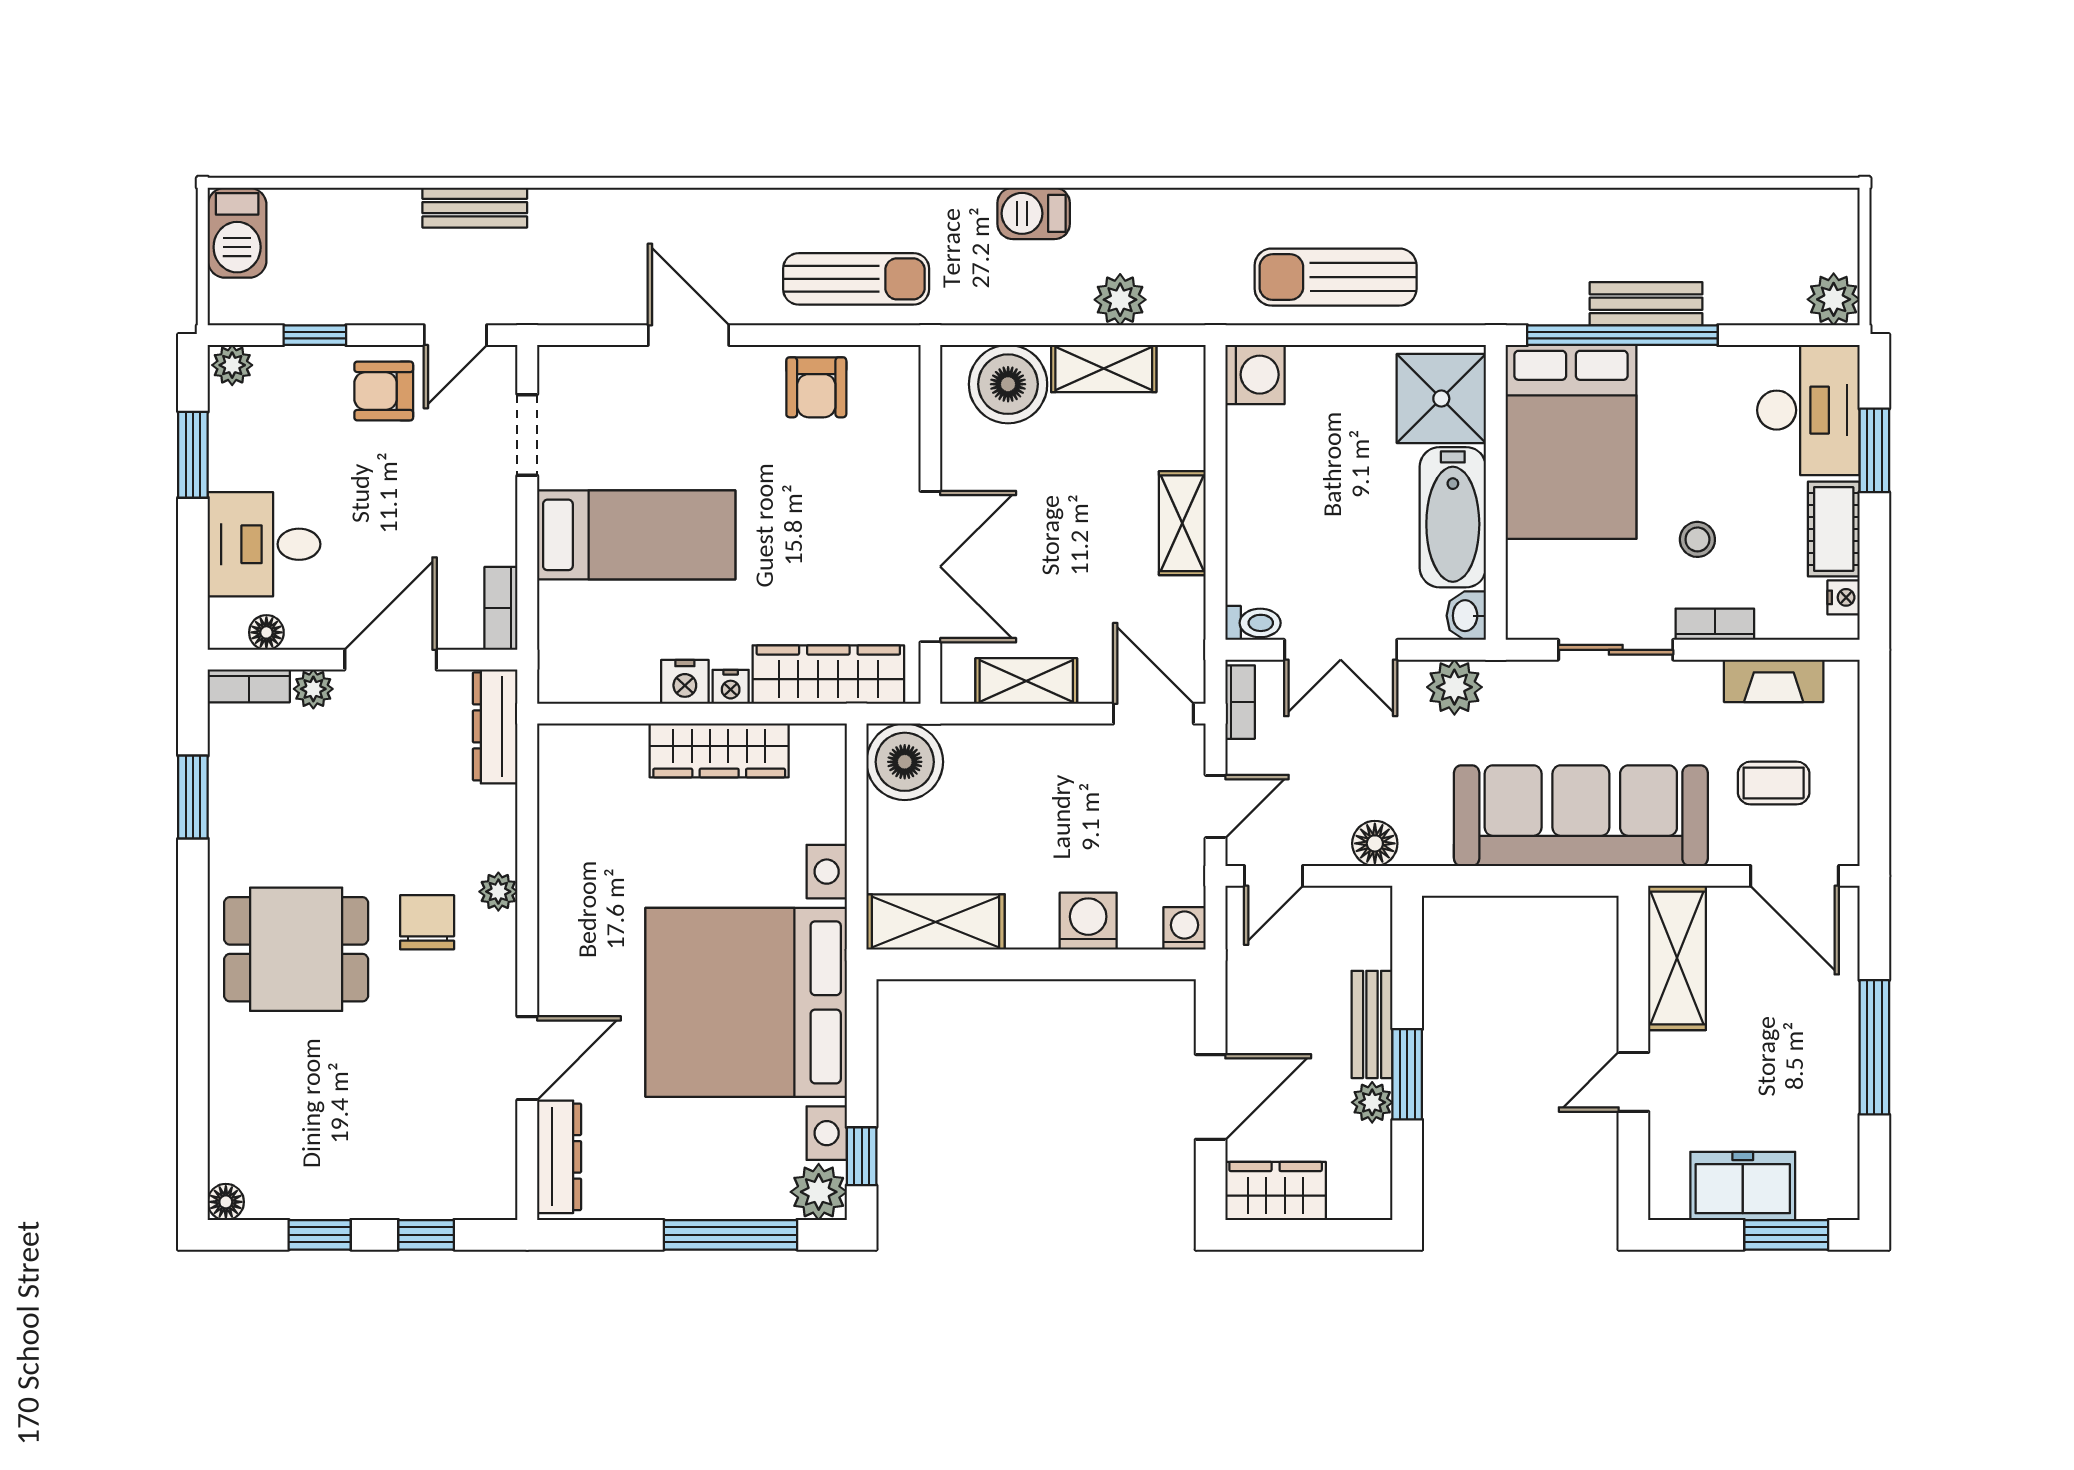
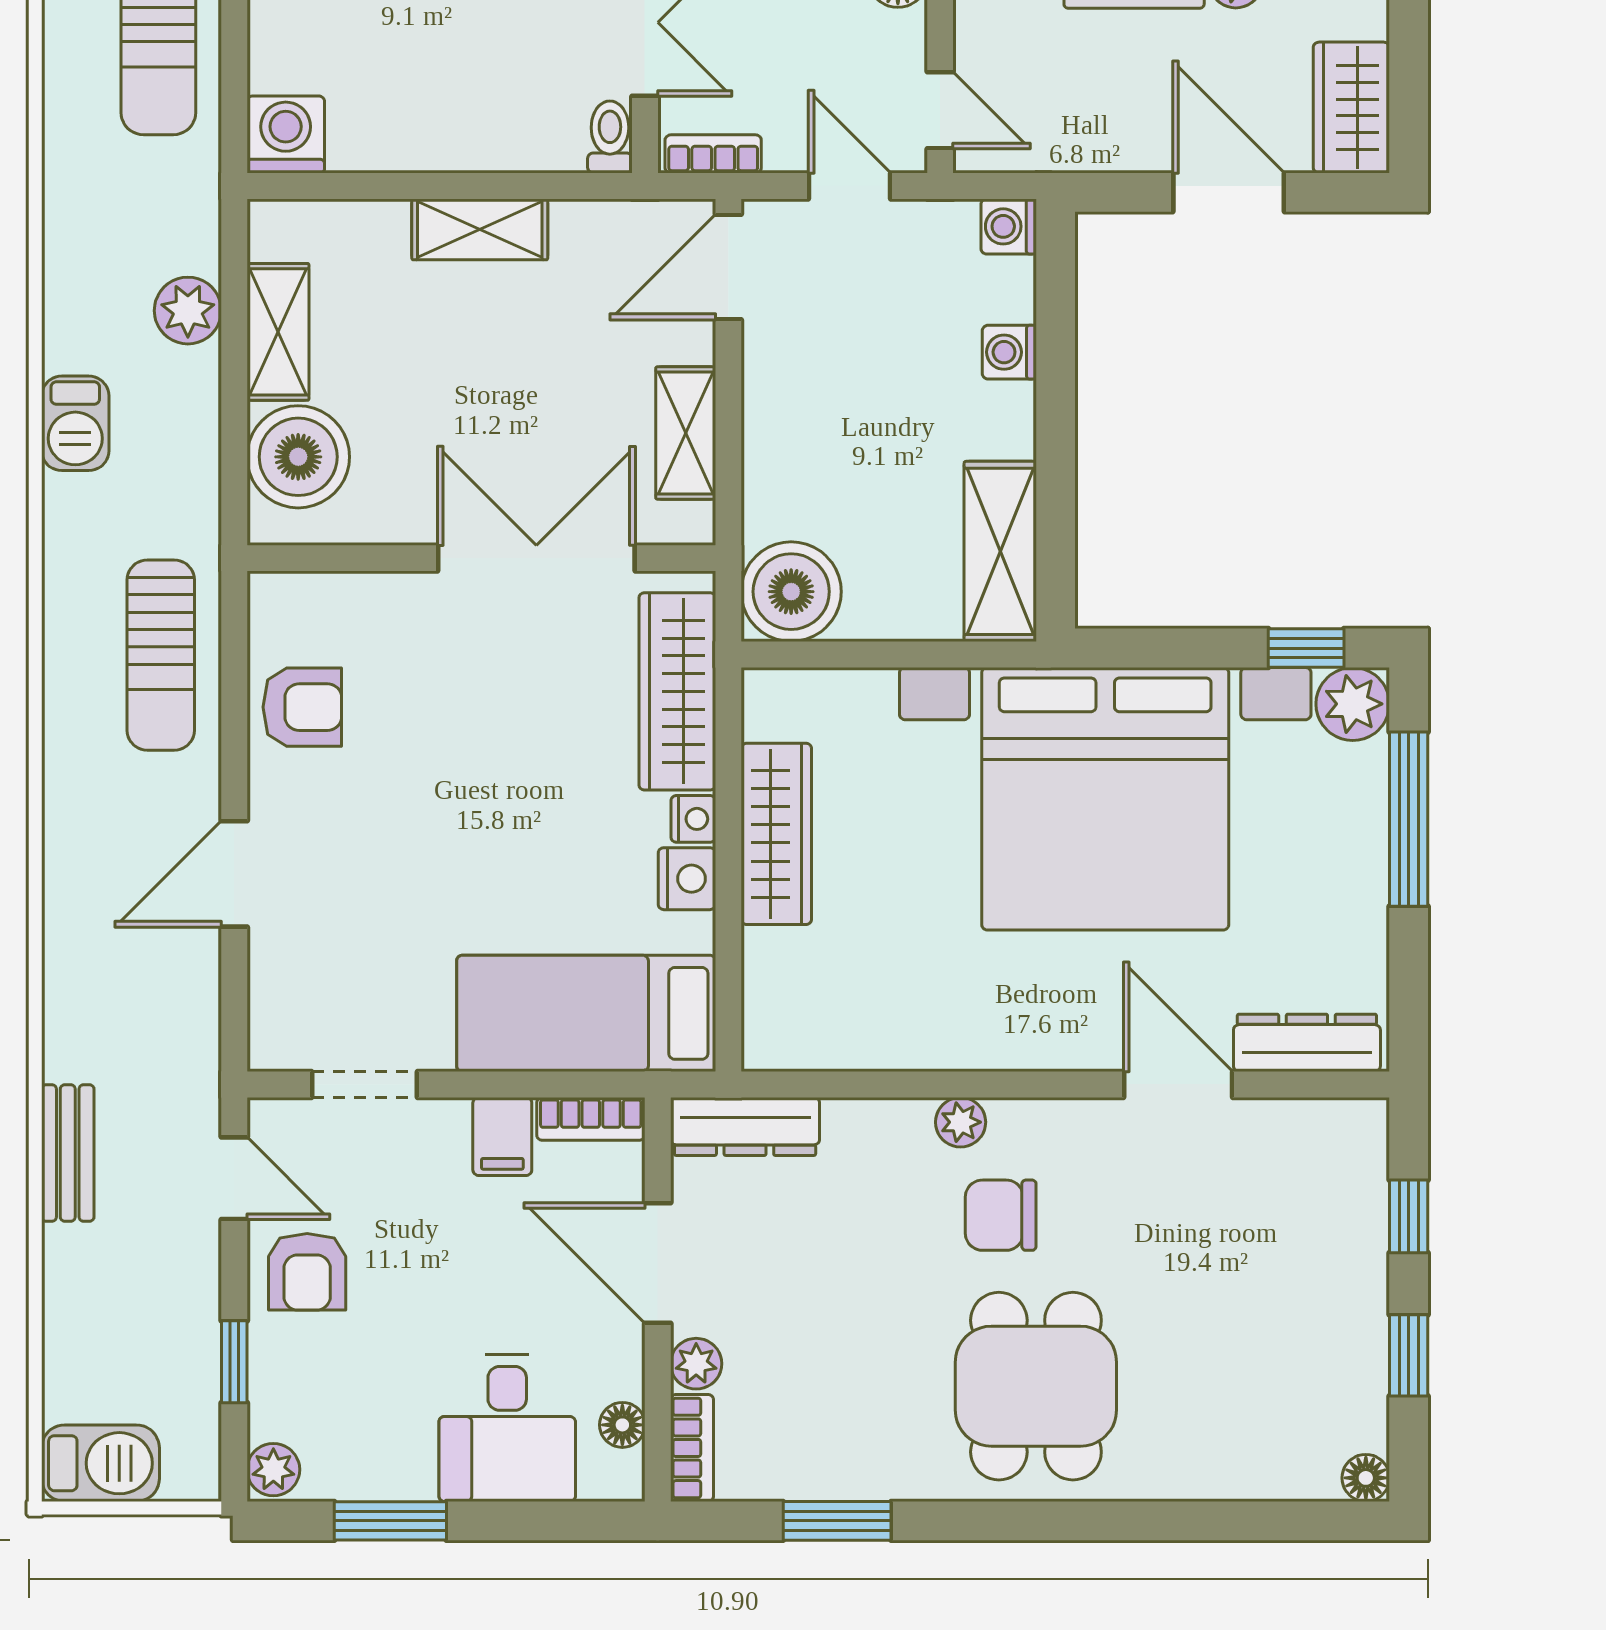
sun lounger: (856, 279) -> (161, 655), turned 180
bed: (636, 535) -> (586, 1013), moved, turned -90
filing cabinet: (487, 541) -> (502, 1136), added
washing machine: (1088, 921) -> (1009, 352), width x0.73, depth x0.73

